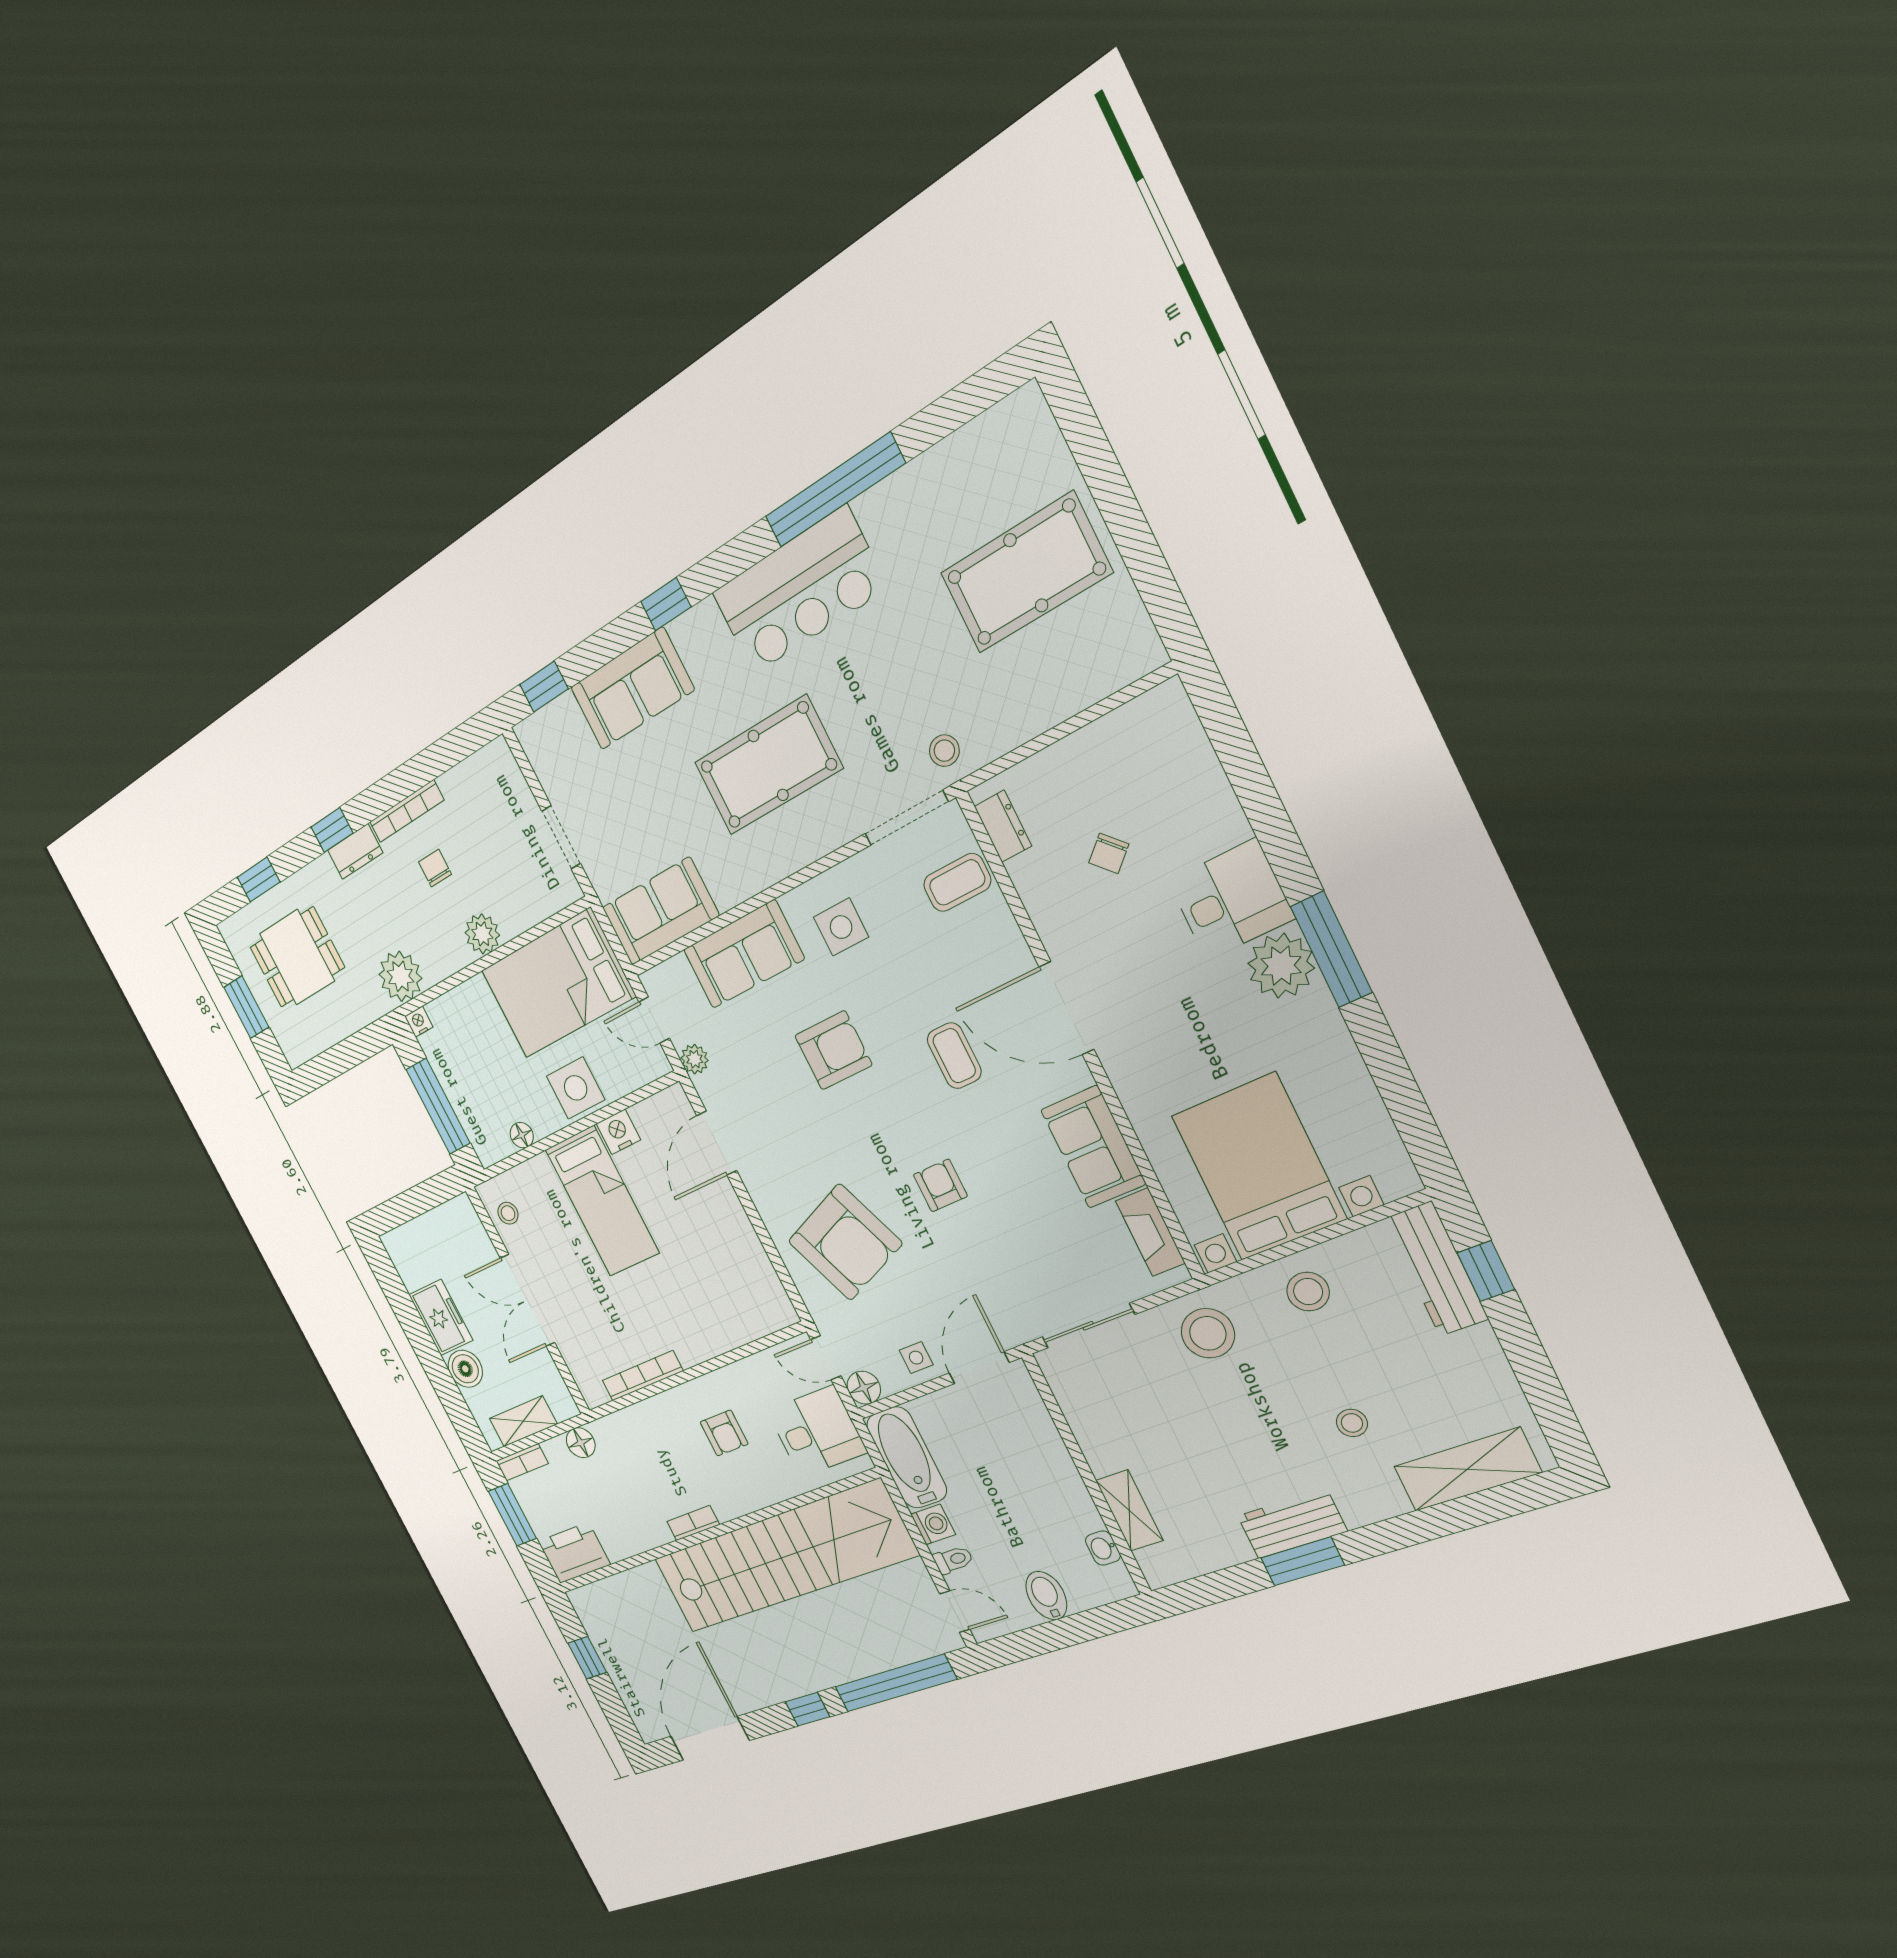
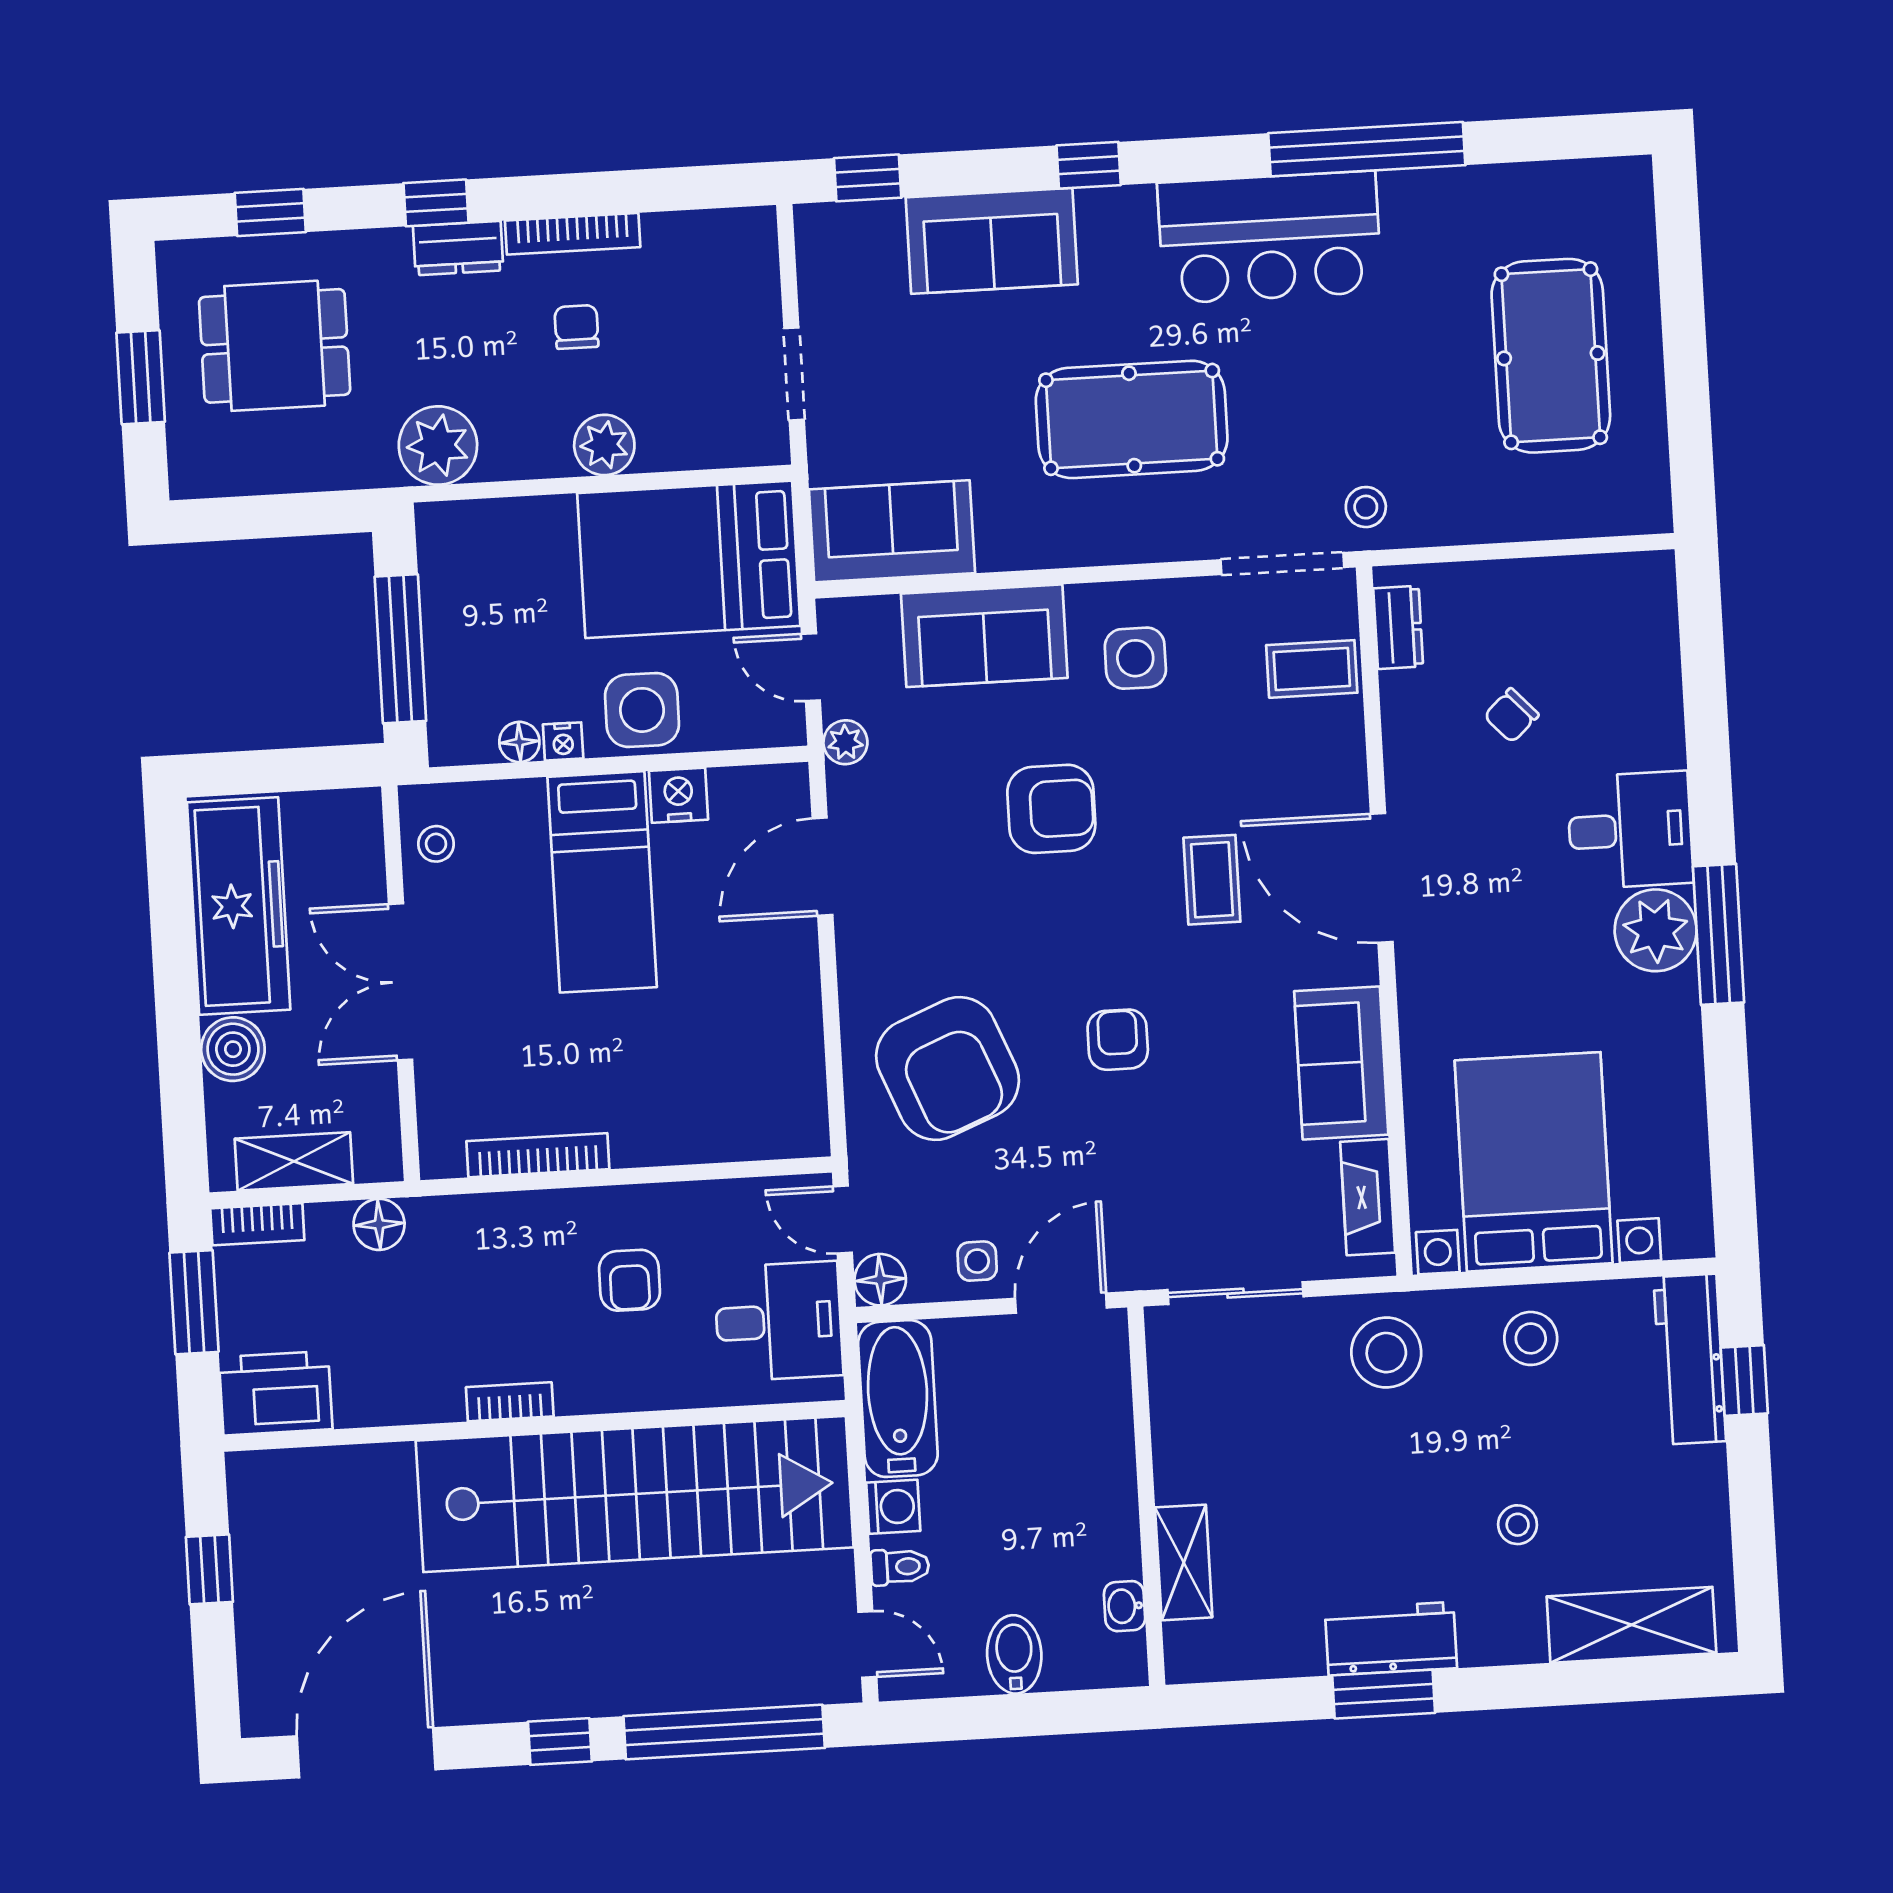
pool table: (1026, 573) -> (1551, 356), turned 90
nightstand: (419, 1022) -> (563, 741), moved, turned 180
freezer: (441, 1317) -> (239, 906), width x1.91, depth x1.26

